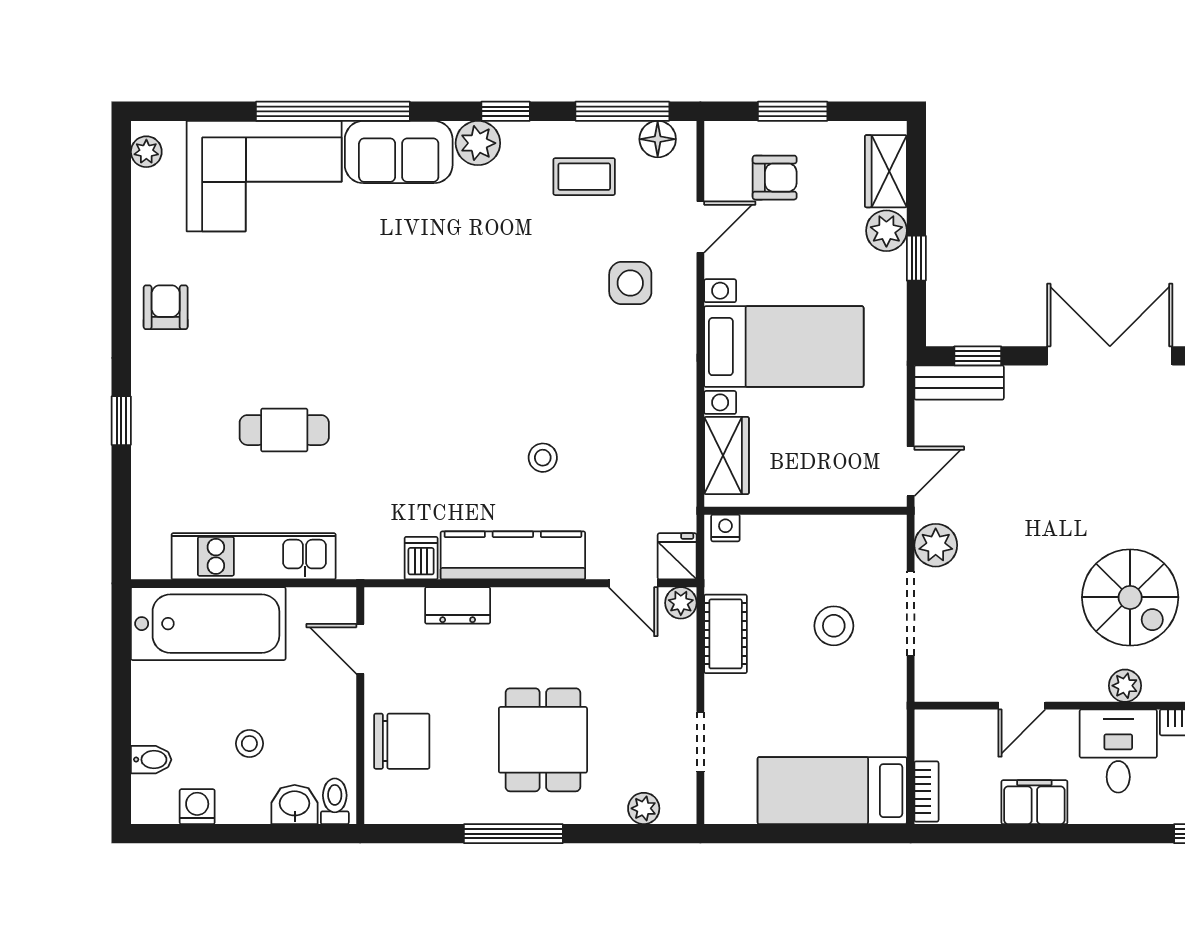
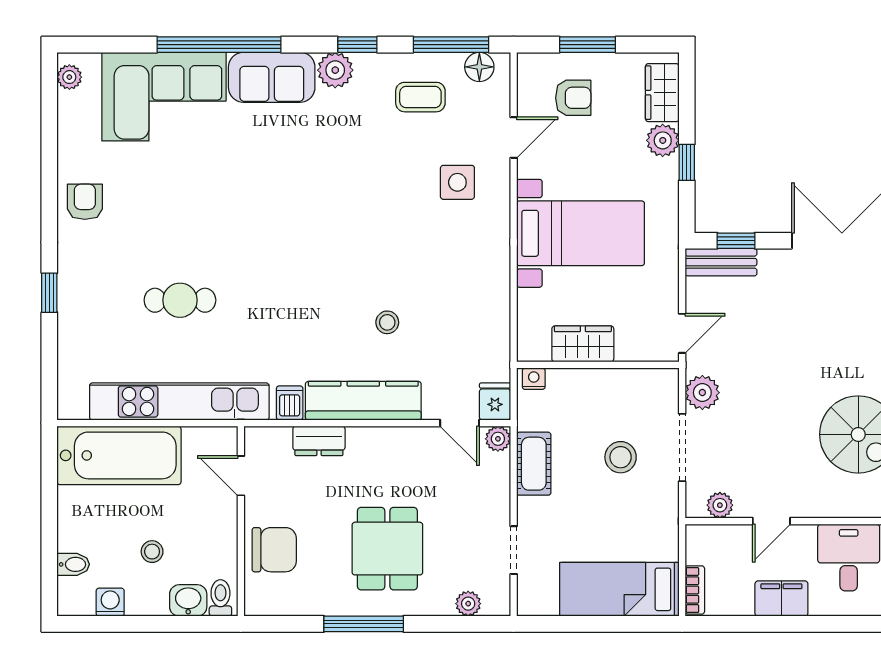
wardrobe: (727, 456) -> (583, 344), moved, turned -90
kitchen unit: (254, 556) -> (179, 402), width x1.36
plant: (1125, 686) -> (720, 505), moved

